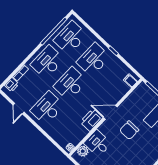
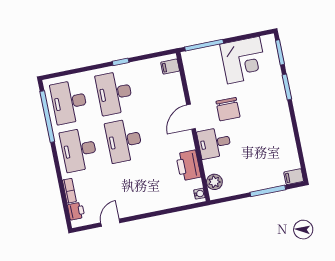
desk: (47, 108) -> (134, 188), removed
door: (19, 109) -> (110, 223), swing flipped
printer: (91, 120) -> (188, 165), moved
desk: (98, 143) -> (214, 143), moved

